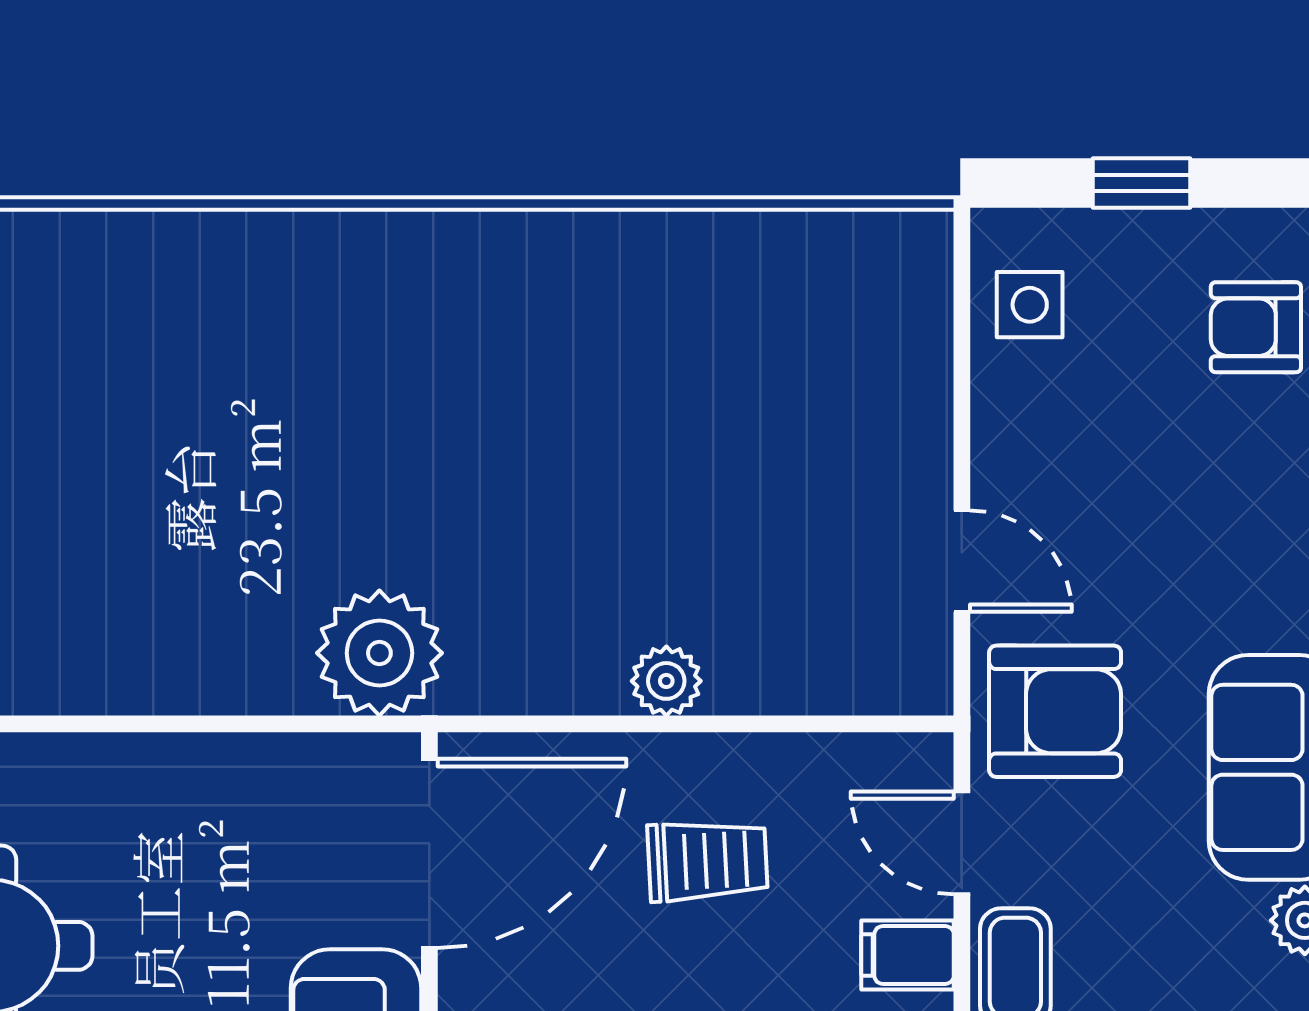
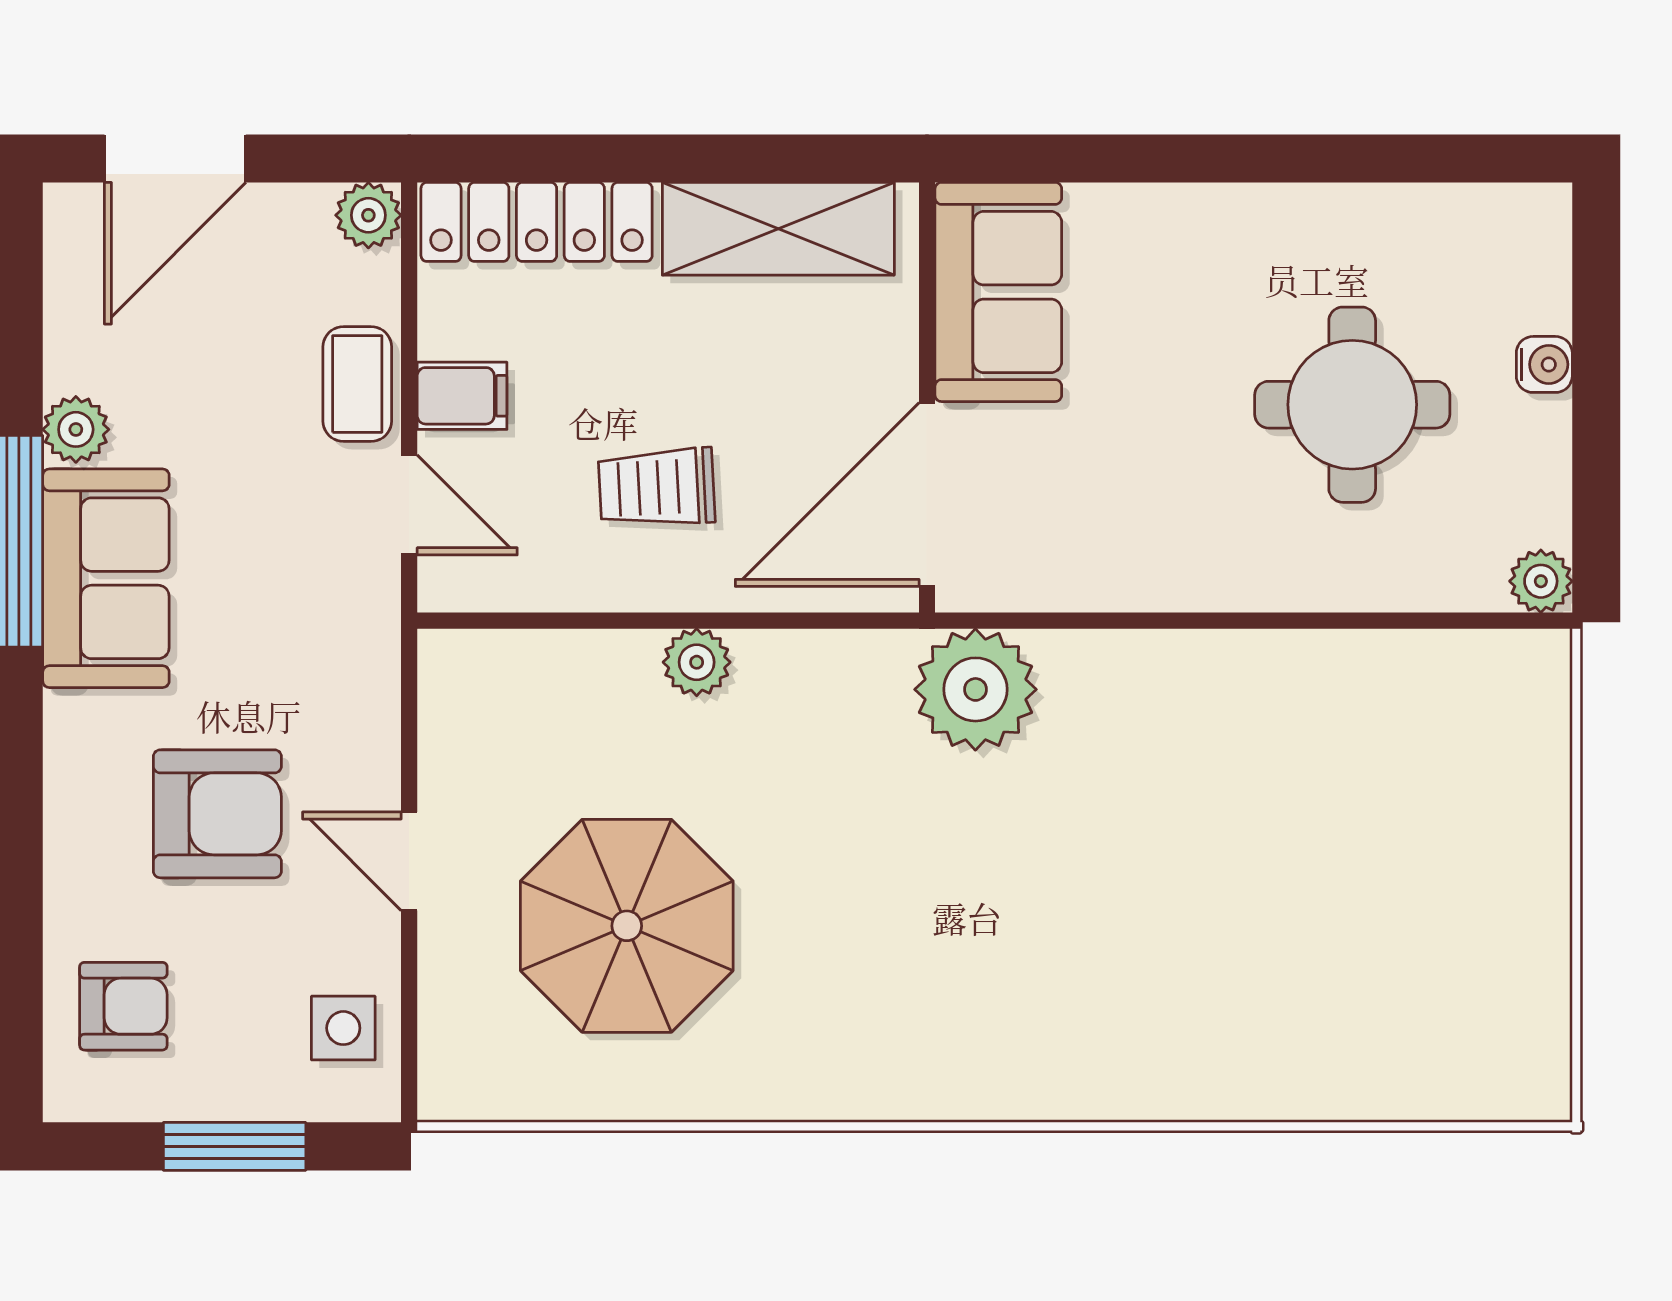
window: (1141, 183) -> (235, 1146), width x1.50
parasol: (738, 410) -> (627, 926), added
door: (962, 561) -> (409, 861), moved
armchair: (1055, 711) -> (217, 814), moved, turned 180

